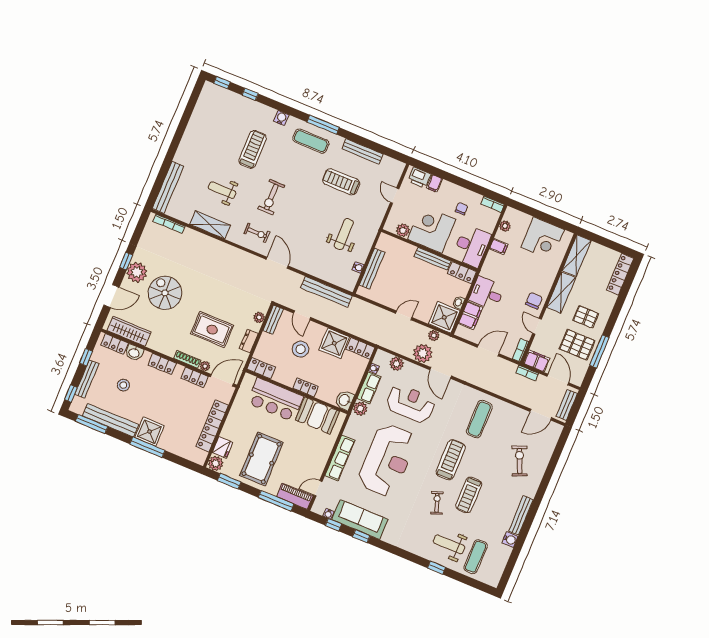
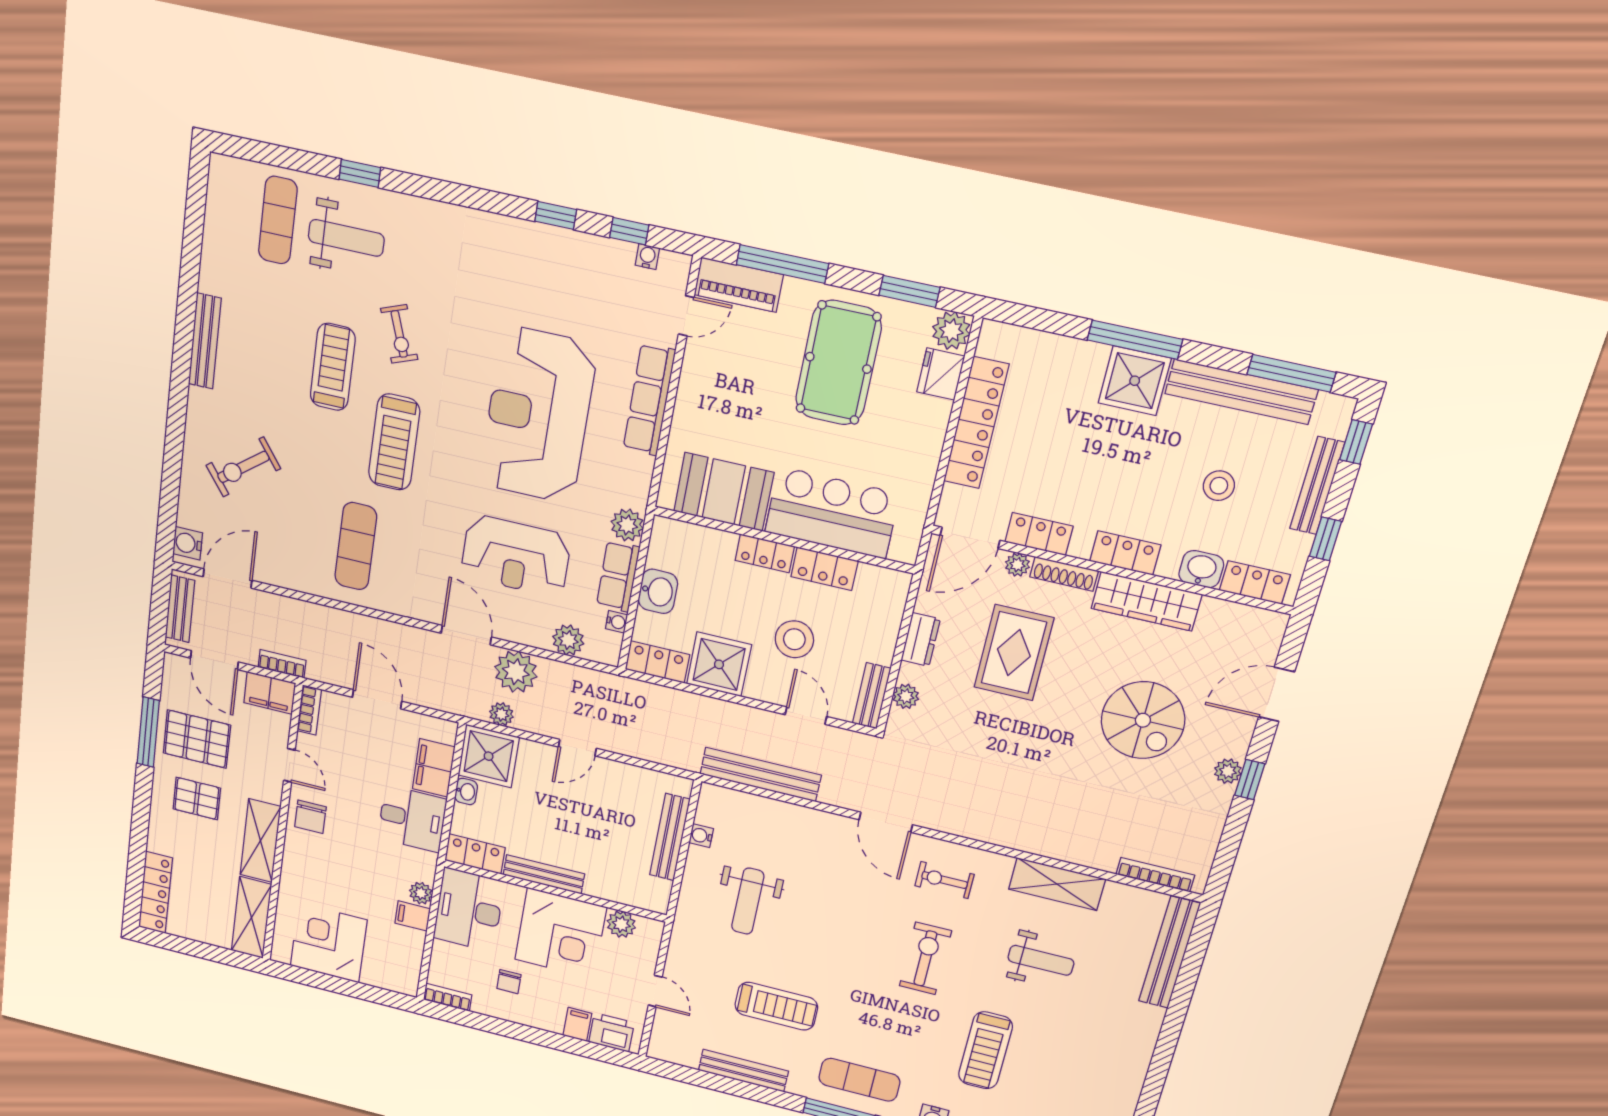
plant: (505, 226) -> (421, 893), moved
plant: (137, 272) -> (1228, 771), width x0.53, depth x0.53
rug: (212, 330) -> (1014, 653), turned 90
wardrobe: (129, 331) -> (1146, 601), moved
door: (488, 350) -> (377, 699), swing flipped
locker: (261, 368) -> (824, 569), moved
washbasin: (345, 400) -> (658, 591), moved
exercise bike: (520, 461) -> (243, 467), turned 76
sofa: (360, 520) -> (569, 257), removed
water cooler: (510, 540) -> (188, 543), moved

